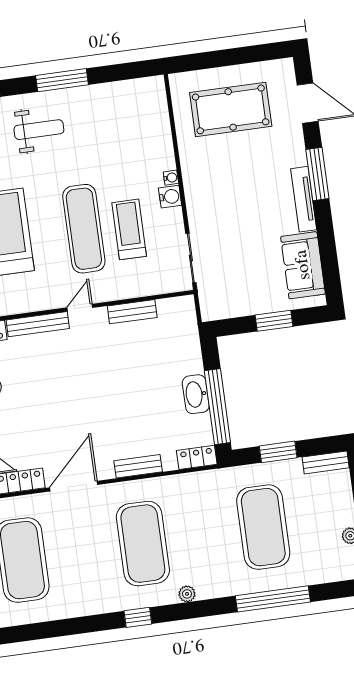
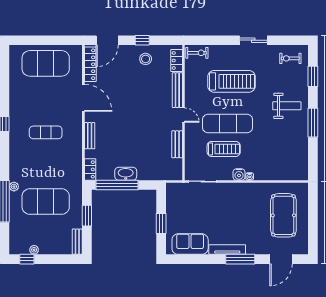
weight bench: (39, 130) -> (287, 106), turned -90
exercise mat: (143, 544) -> (46, 132), width x0.50, depth x0.69
plant: (187, 594) -> (14, 187), moved

